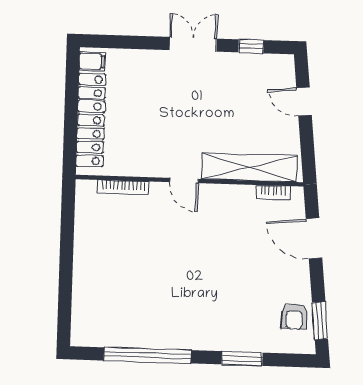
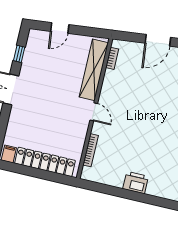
door: (184, 180) -> (94, 112), hinge flipped
door: (314, 238) -> (158, 40), moved
printer: (87, 268) -> (136, 182), added

